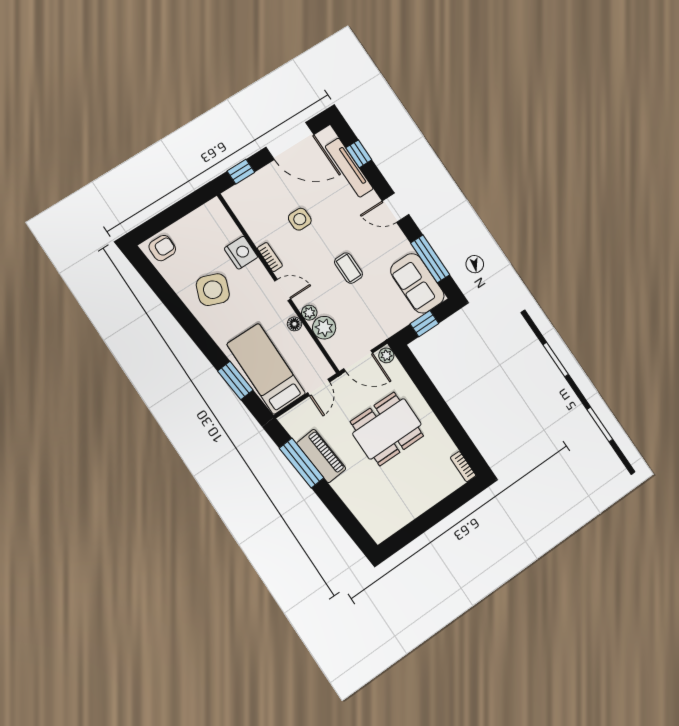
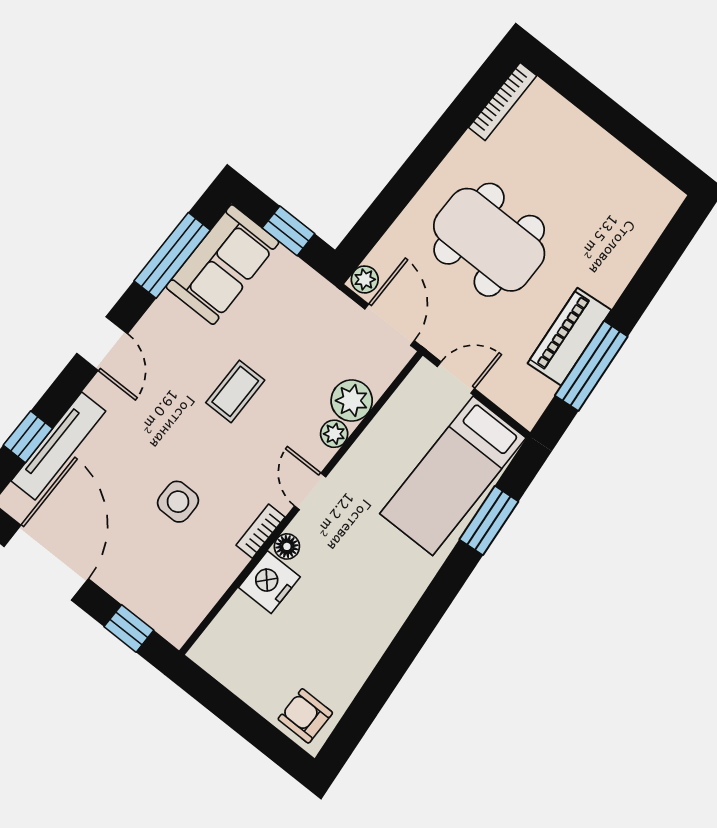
side table: (213, 290) -> (348, 608), removed
floor lamp: (294, 324) -> (287, 546), moved
bookcase: (463, 467) -> (503, 102), width x1.56

